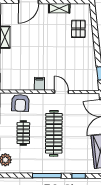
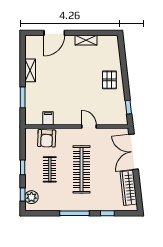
pallet: (78, 29) -> (109, 80), moved
filing cabinet: (39, 84) -> (48, 118), moved

